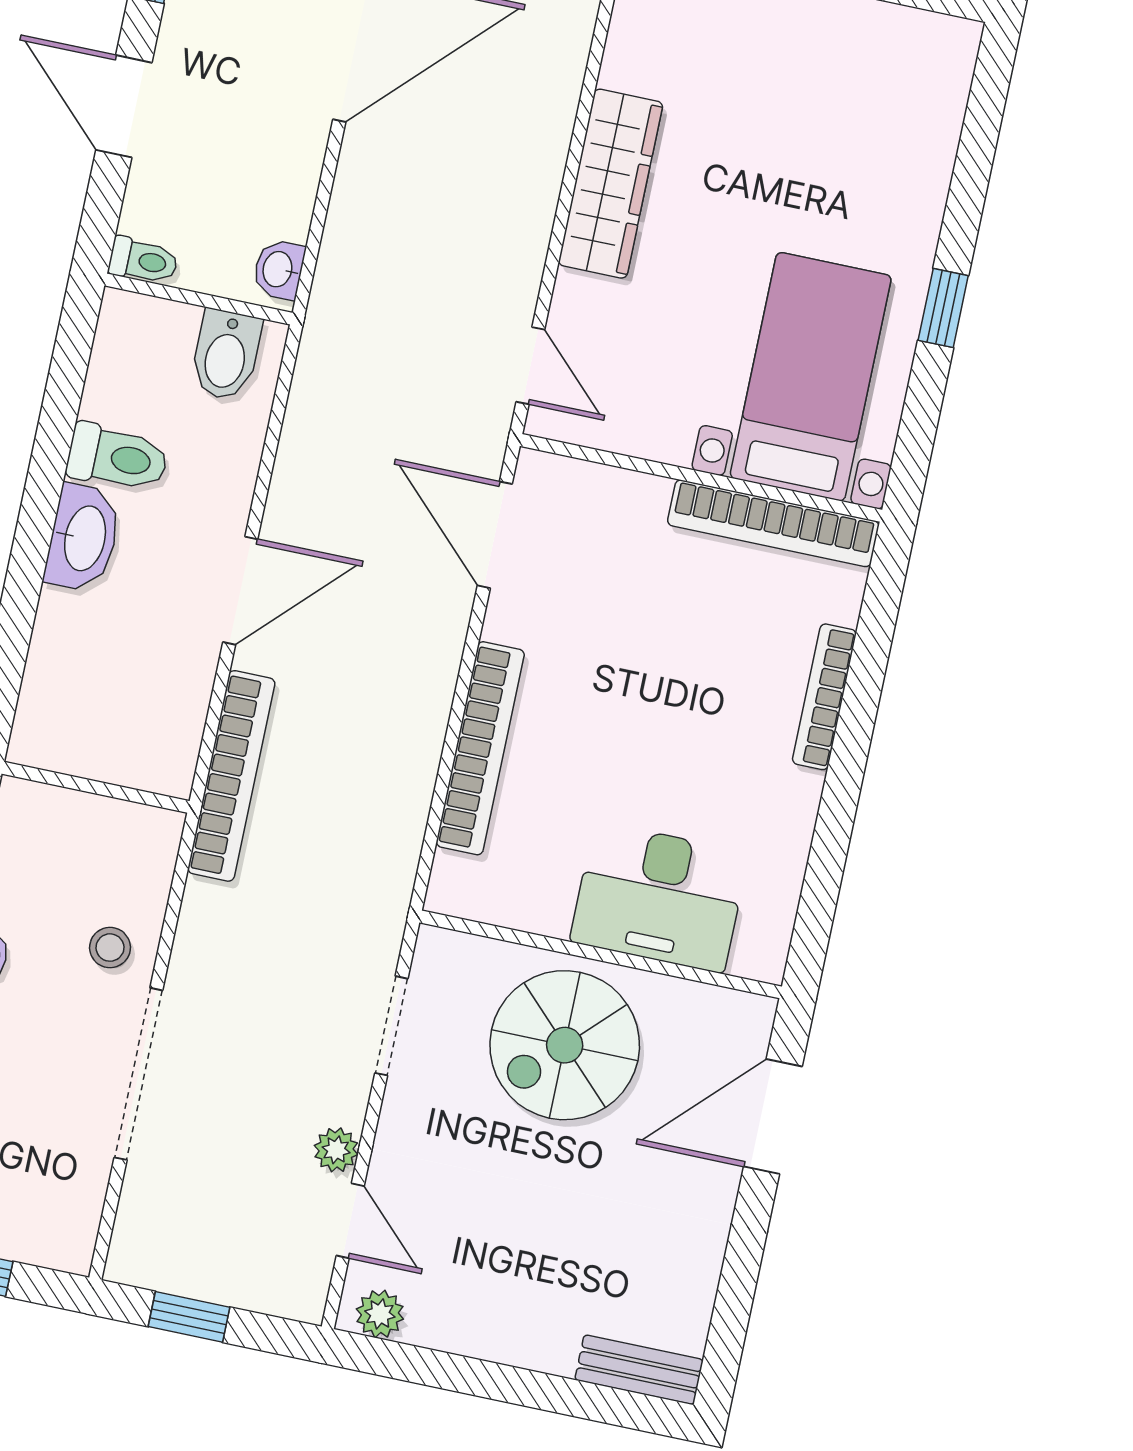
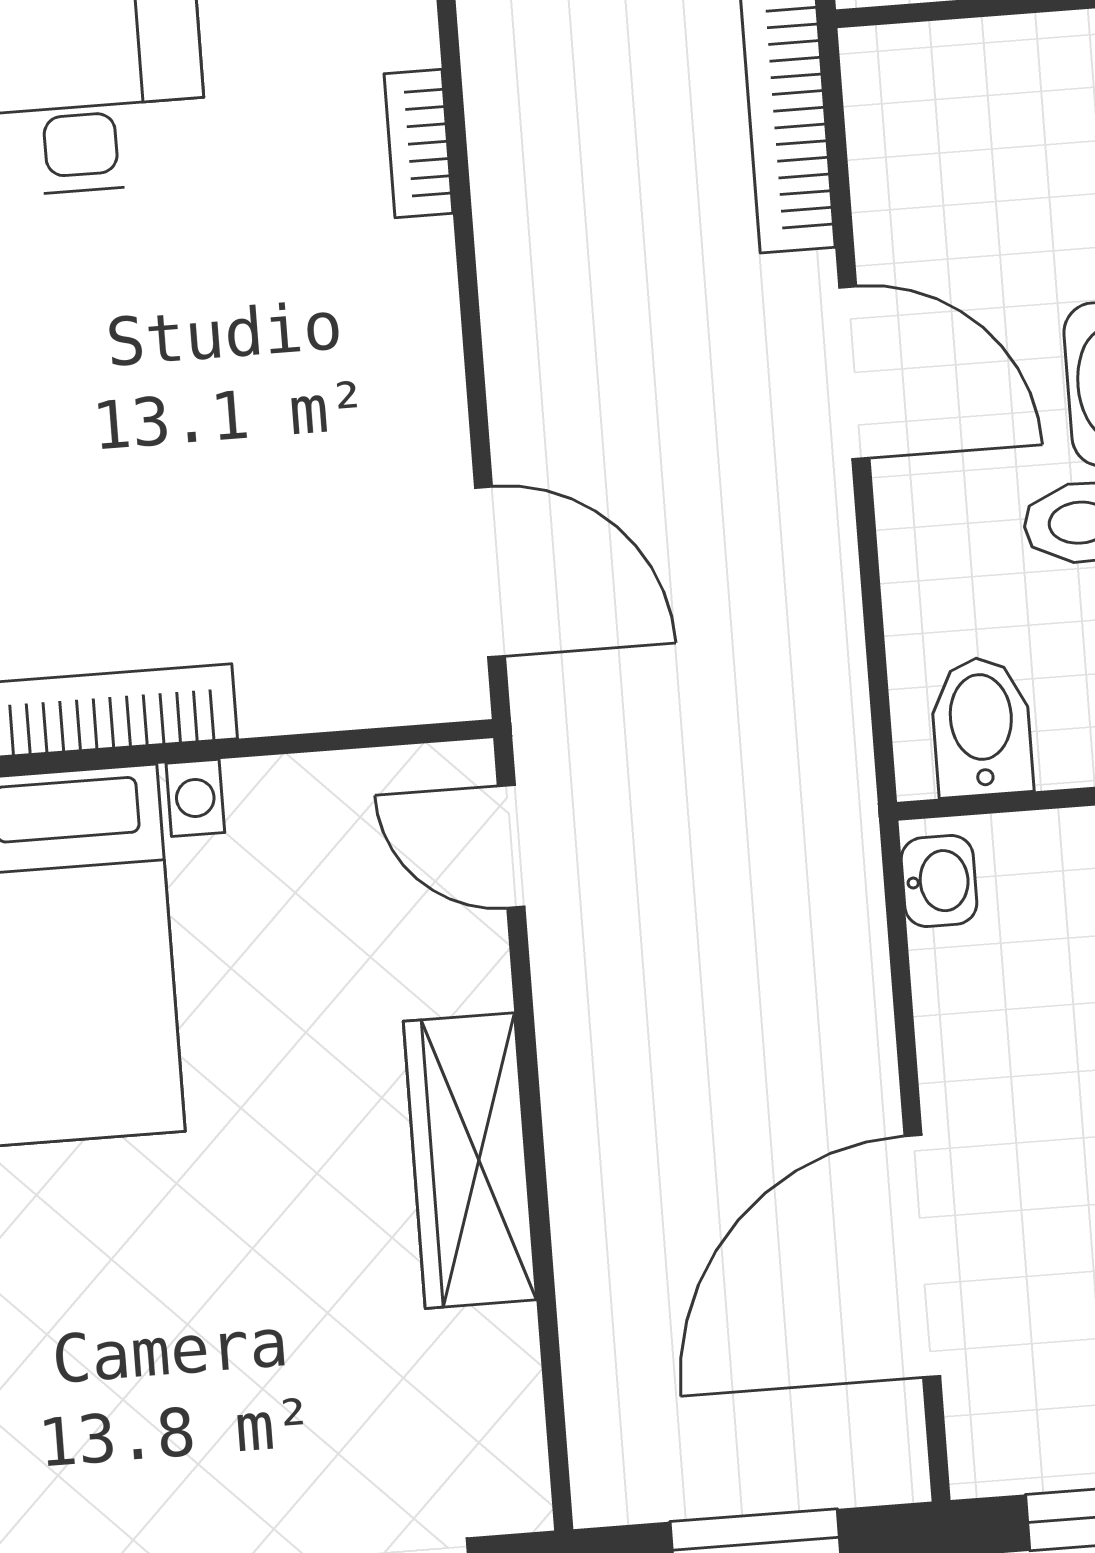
door: (240, 591) -> (854, 373), swing flipped
bookcase: (480, 748) -> (419, 143), width x0.43, depth x0.76

